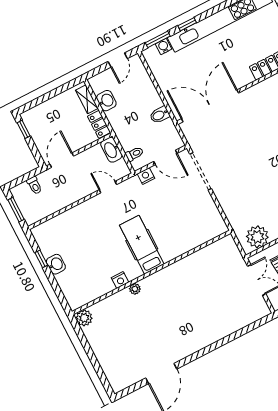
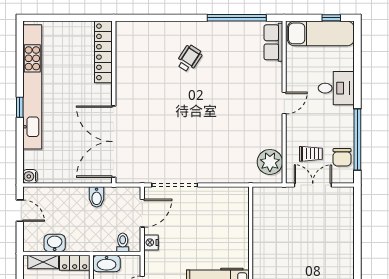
window: (187, 24) -> (20, 107), moved
window: (158, 39) -> (20, 160), removed
water cooler: (164, 47) -> (30, 176), moved

